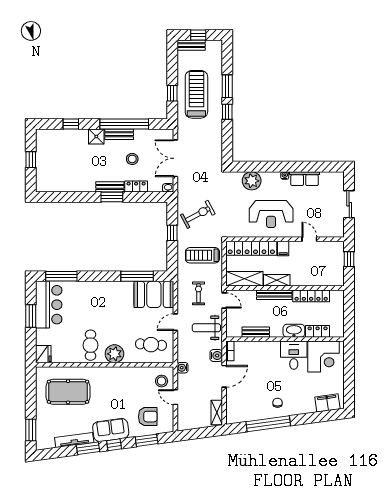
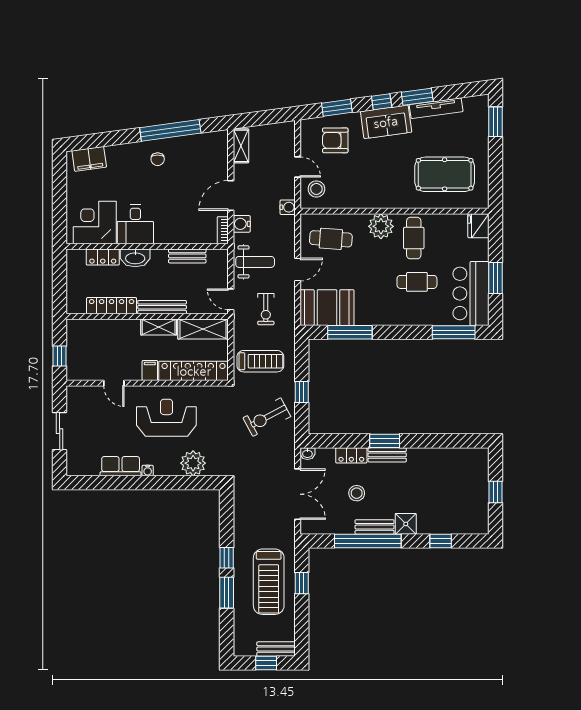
cafe table: (88, 313) -> (417, 282), added

